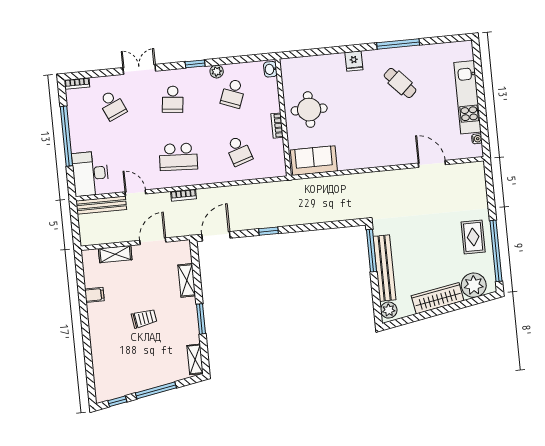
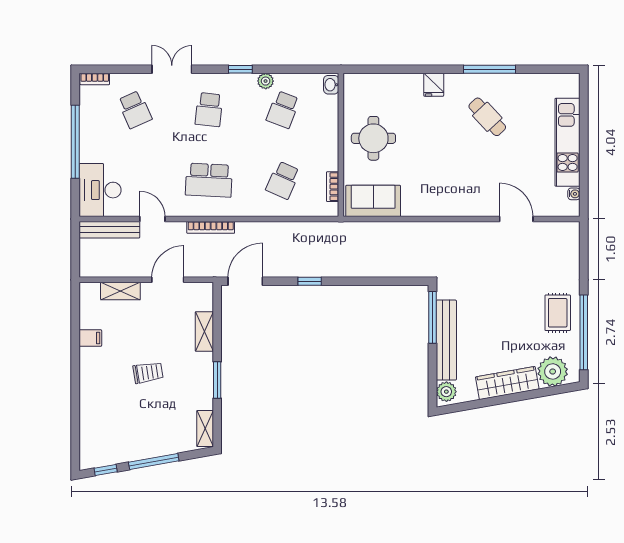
bookcase: (277, 126) -> (333, 187), moved
school desk: (239, 151) -> (283, 180), turned 42
bookcase: (184, 195) -> (211, 227), width x1.56

